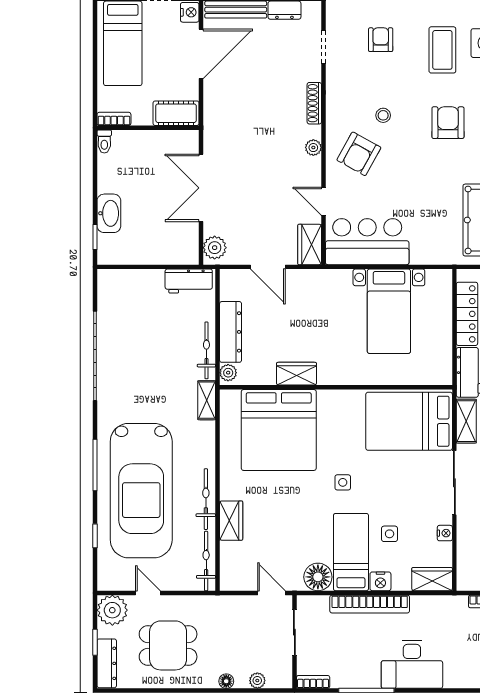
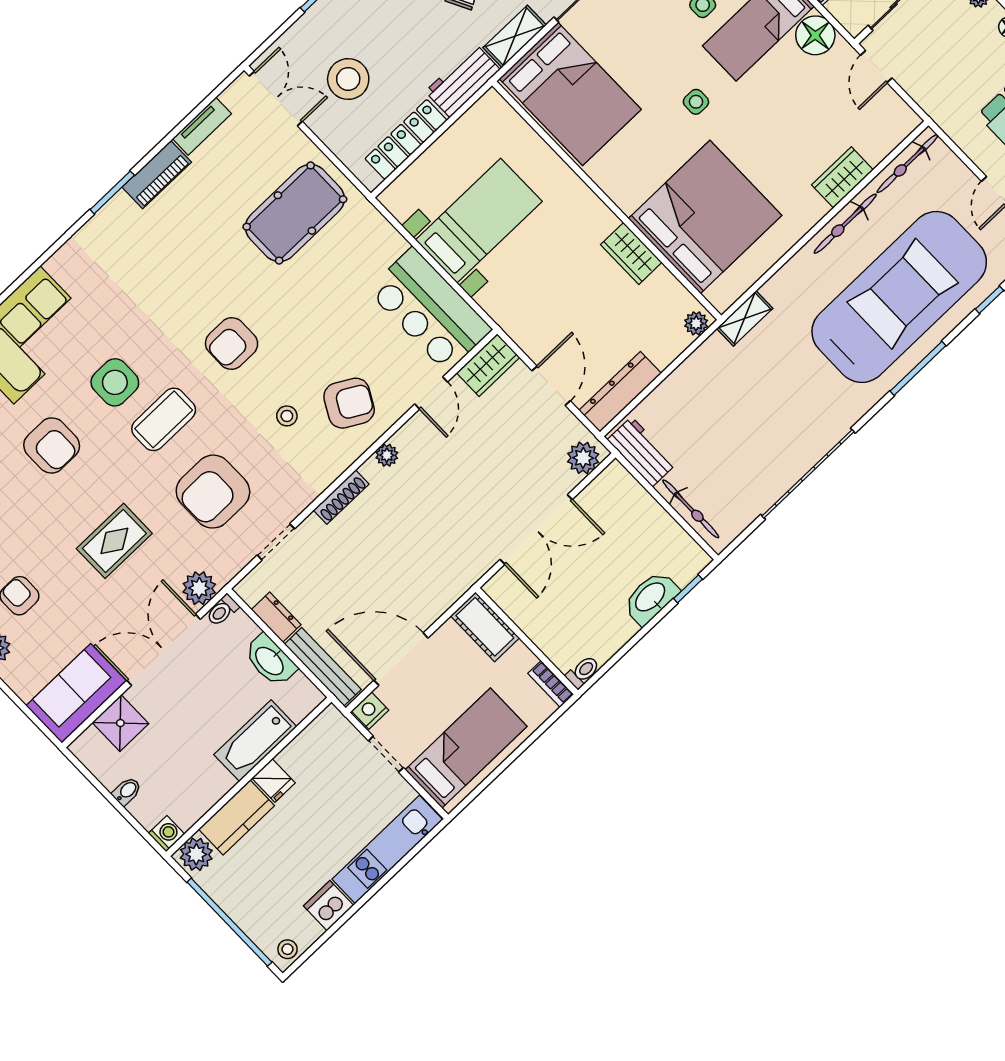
armchair: (381, 40) -> (213, 492), width x1.88, depth x1.88
dresser: (231, 332) -> (620, 392), moved
bicycle: (206, 350) -> (691, 509), moved, turned -90

